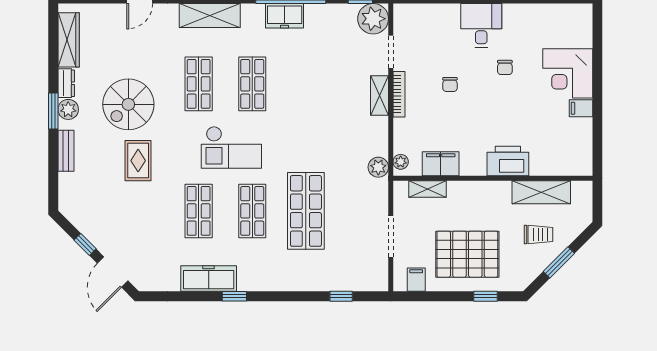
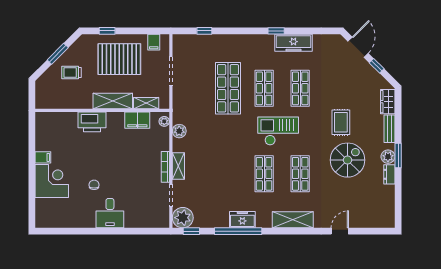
wardrobe: (69, 40) -> (388, 102), moved, width x0.67
chair: (450, 84) -> (131, 173), removed
plant: (378, 167) -> (179, 131), moved
shelving: (541, 192) -> (113, 101), moved

